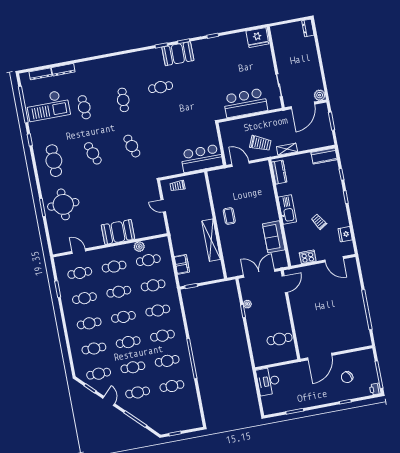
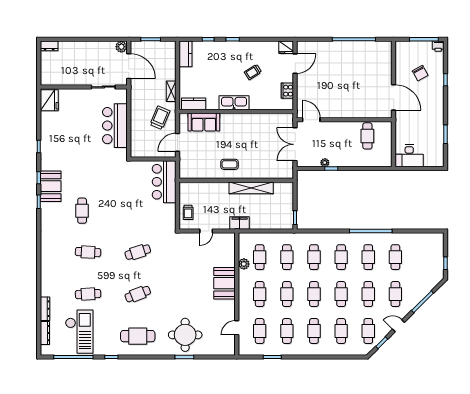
fridge: (345, 234) -> (286, 47), moved
sofa: (274, 237) -> (204, 122), moved
filing cabinet: (182, 264) -> (240, 223), moved

